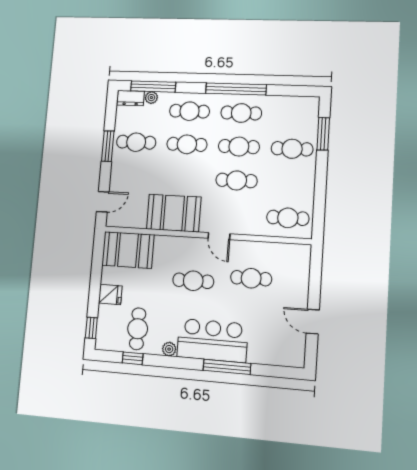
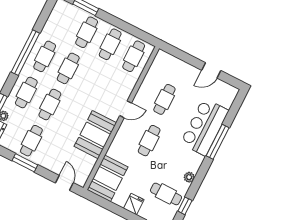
cafe table: (237, 180) -> (110, 44), moved
bar counter: (212, 340) -> (205, 127), moved

